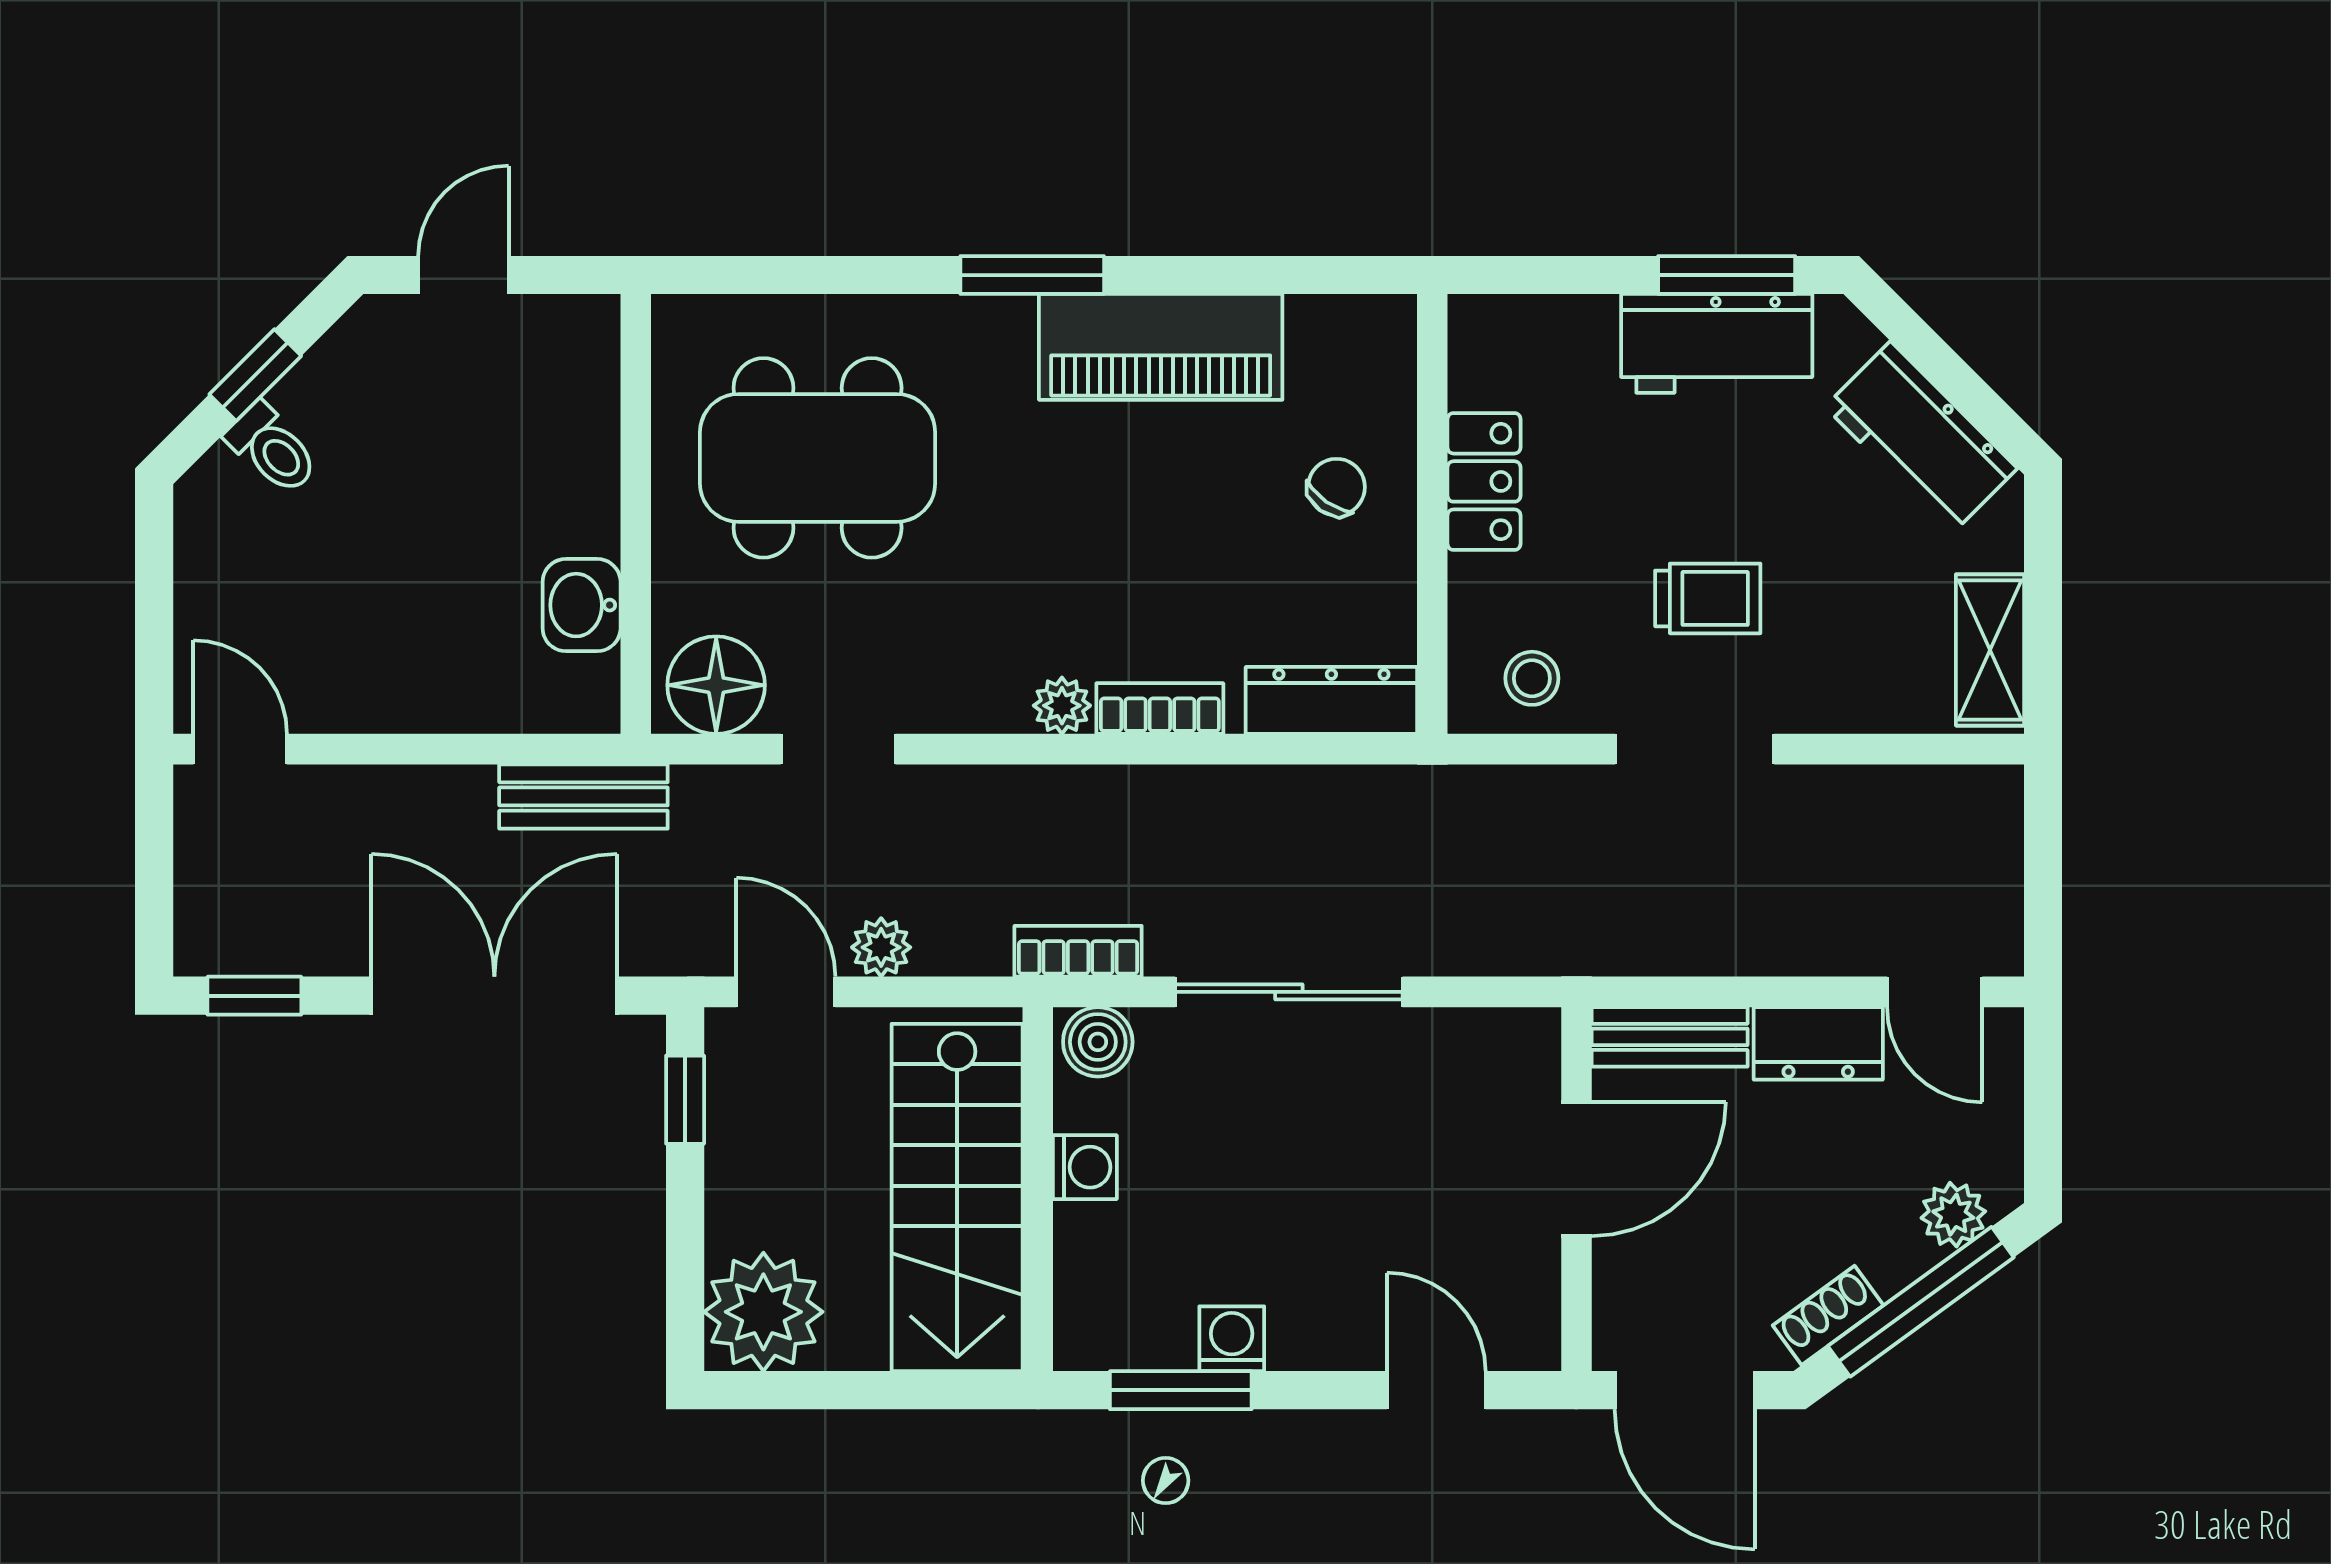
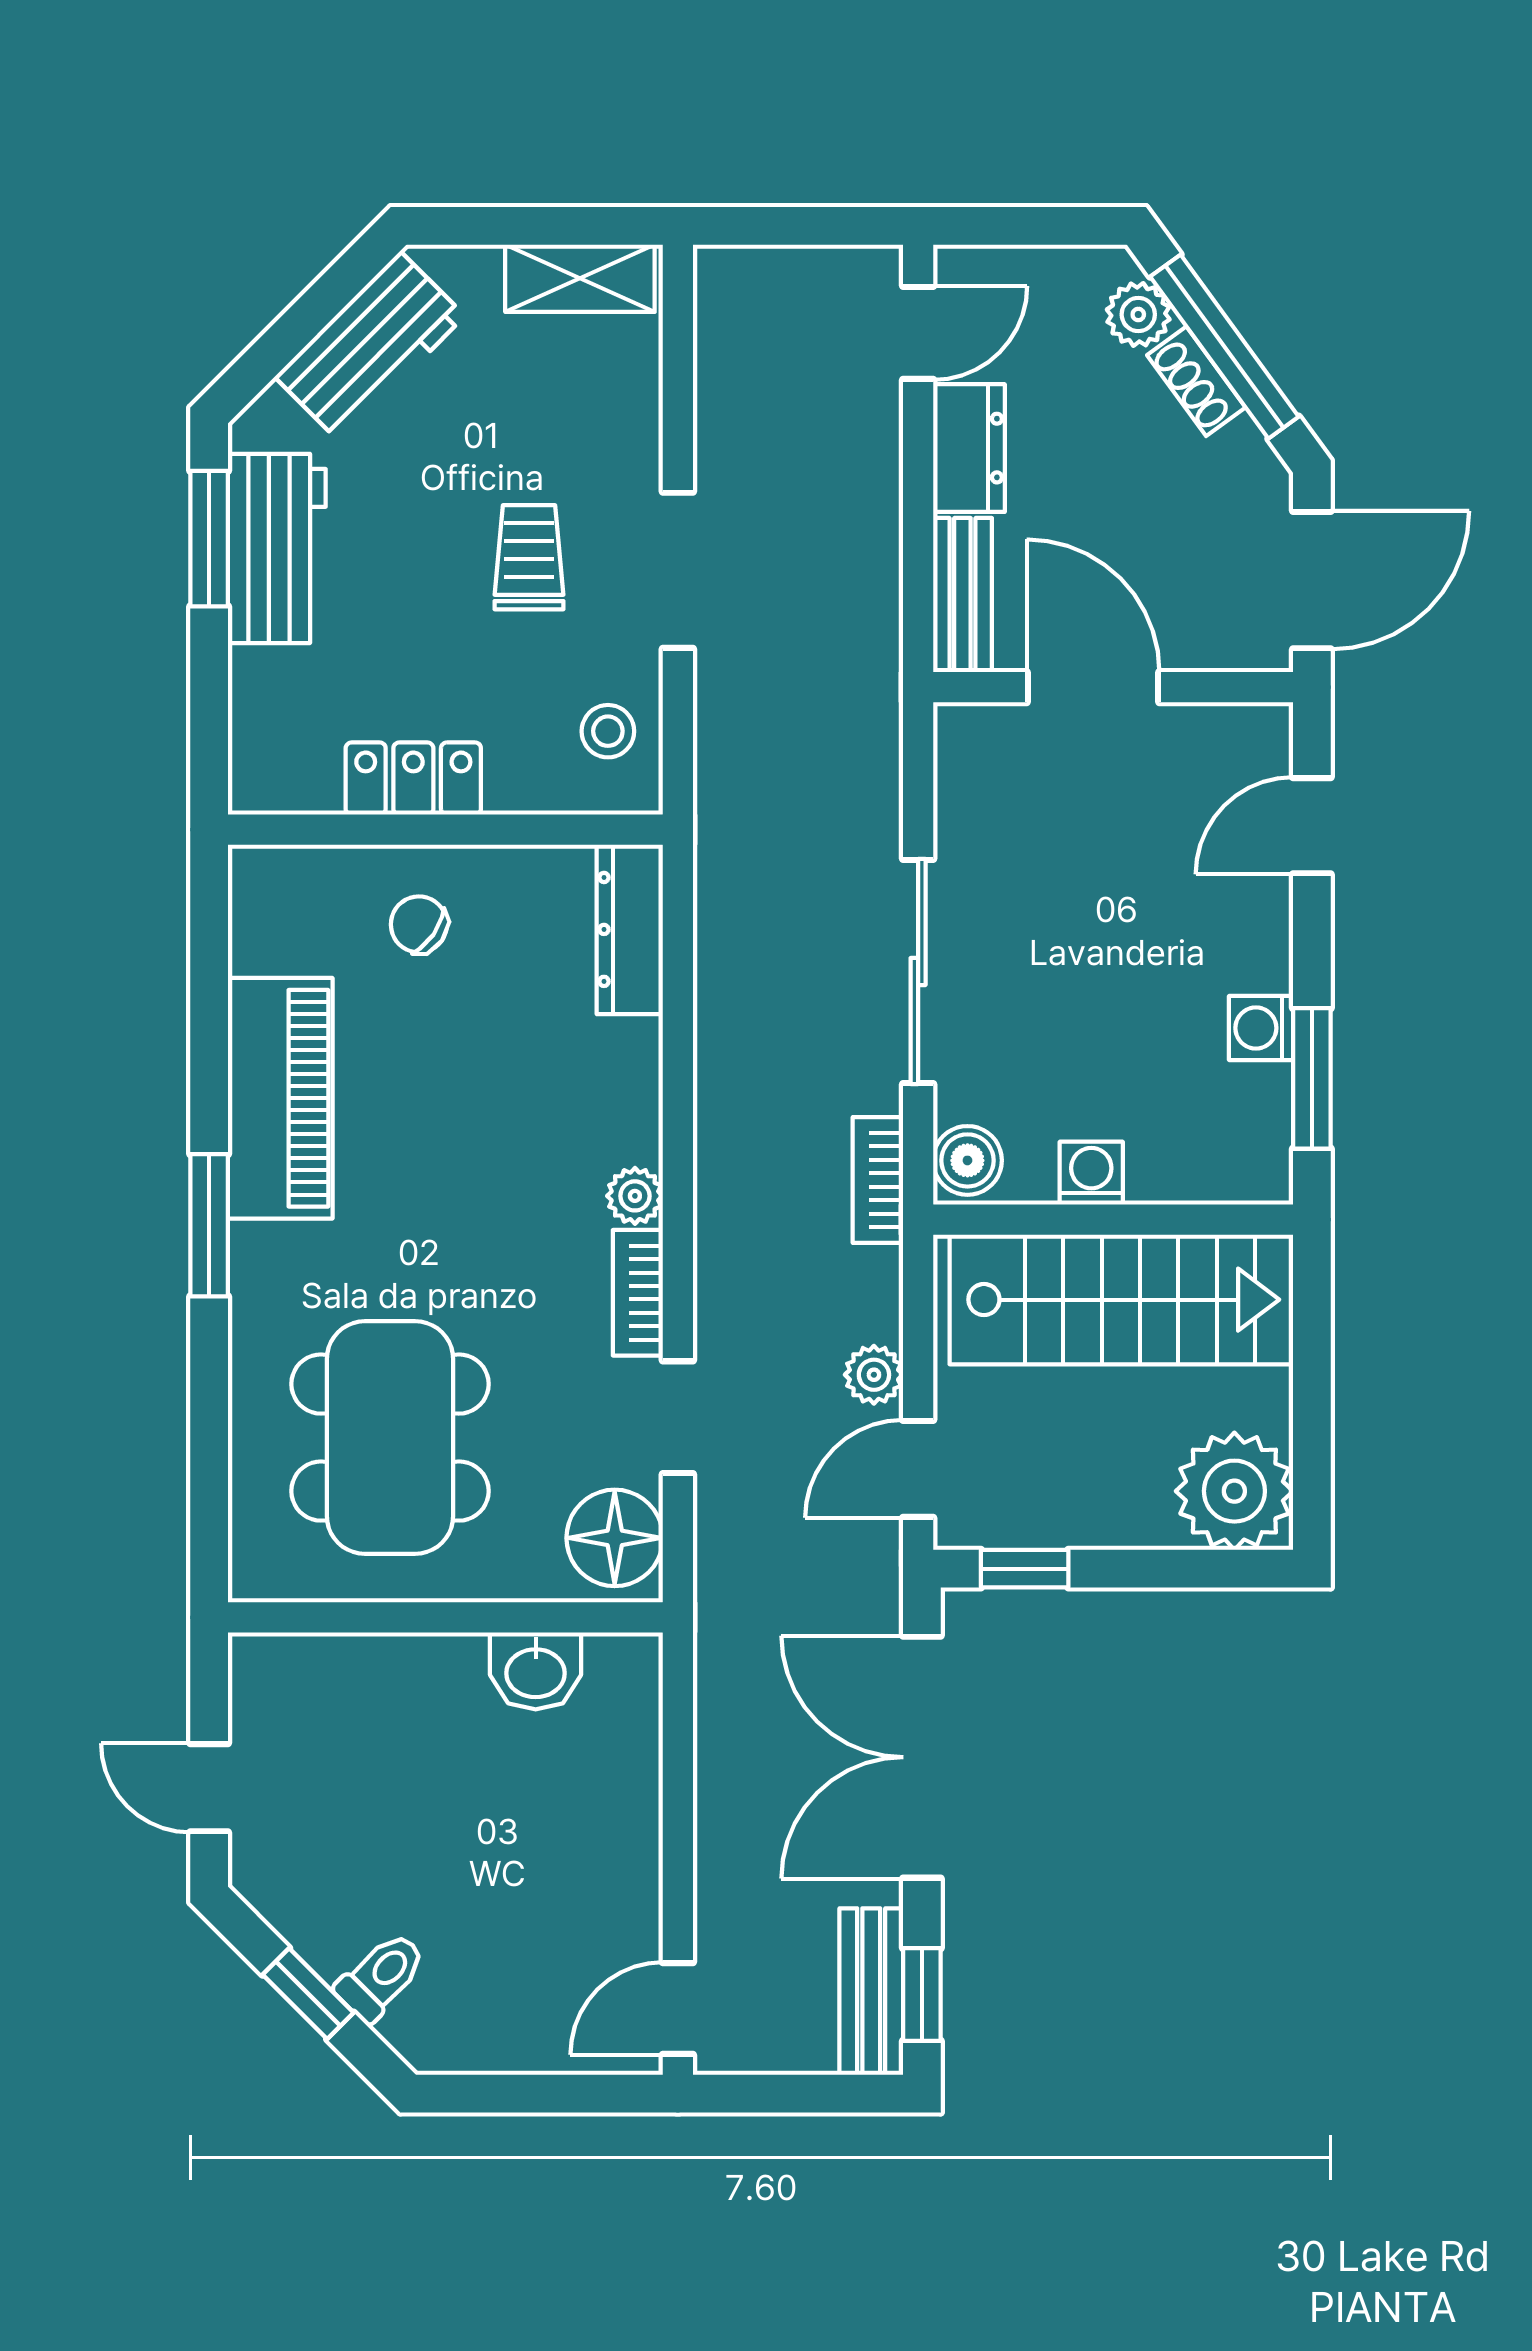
bookcase: (1160, 709) -> (638, 1293), moved
bench: (583, 796) -> (871, 1992), moved
shoe rack: (1828, 1315) -> (1196, 381), moved

